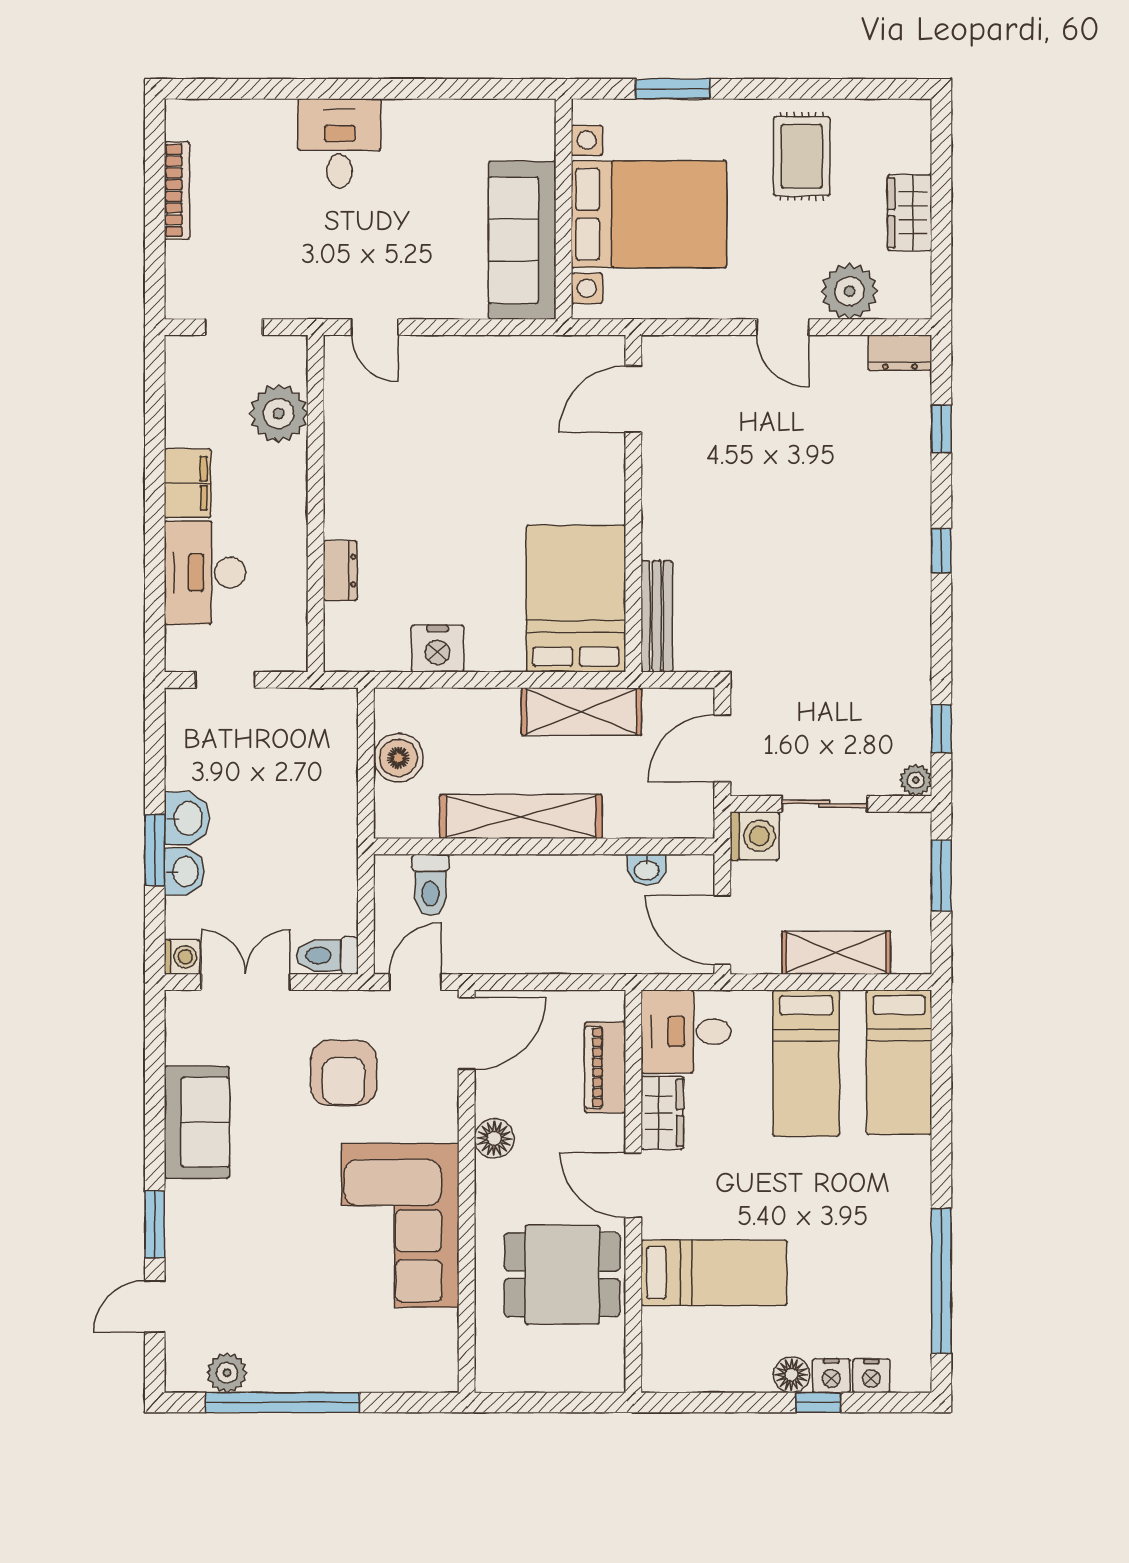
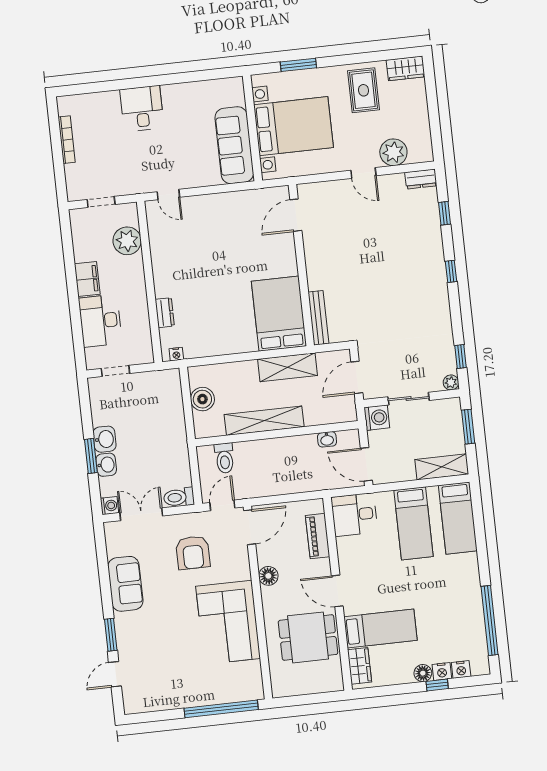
wardrobe: (910, 213) -> (406, 68), moved, turned -90
nightstand: (437, 649) -> (176, 354), moved, width x0.53, depth x0.56
shelving: (836, 953) -> (442, 467), moved
wardrobe: (662, 1113) -> (360, 666), moved
plant: (227, 1373) -> (153, 702), removed
window: (282, 1402) -> (221, 709), moved

